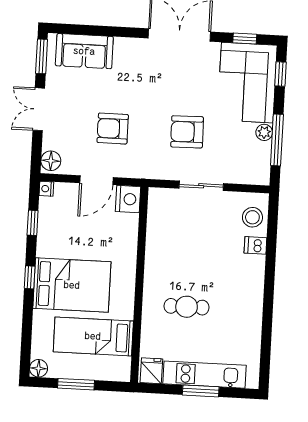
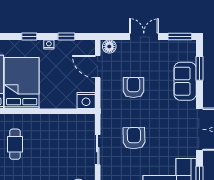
window: (90, 30) -> (200, 68), added
sofa: (84, 51) -> (185, 81), moved
door: (96, 180) -> (98, 67), moved
nightstand: (46, 189) -> (49, 45), moved
bed: (72, 285) -> (22, 83), moved, turned 180

